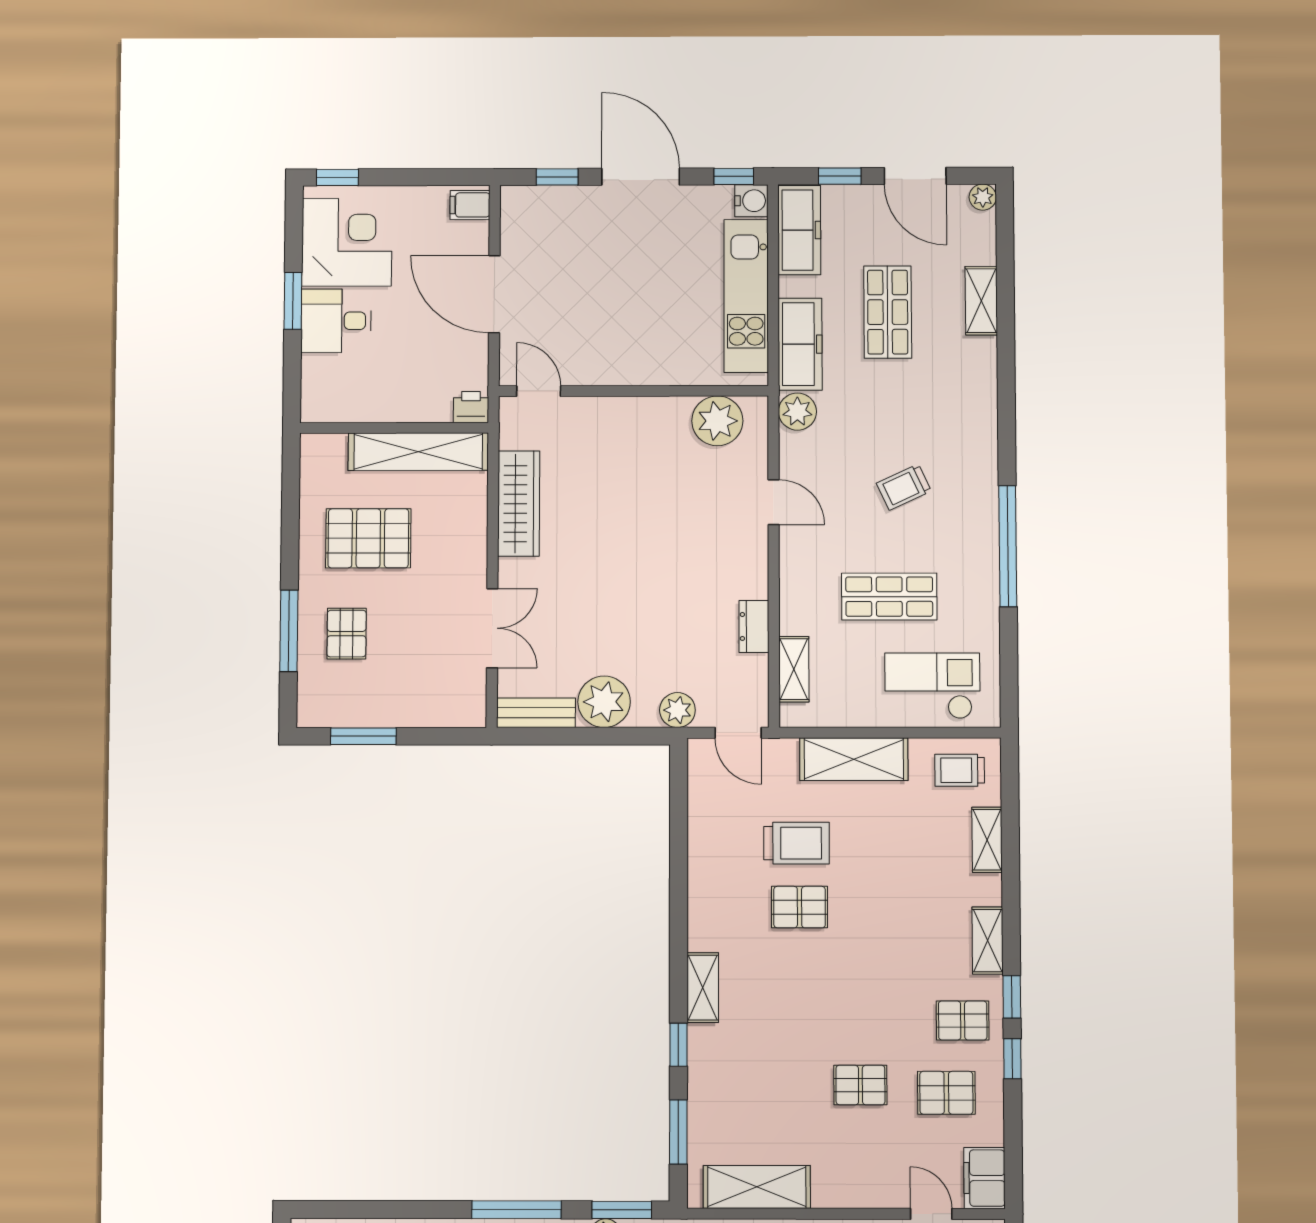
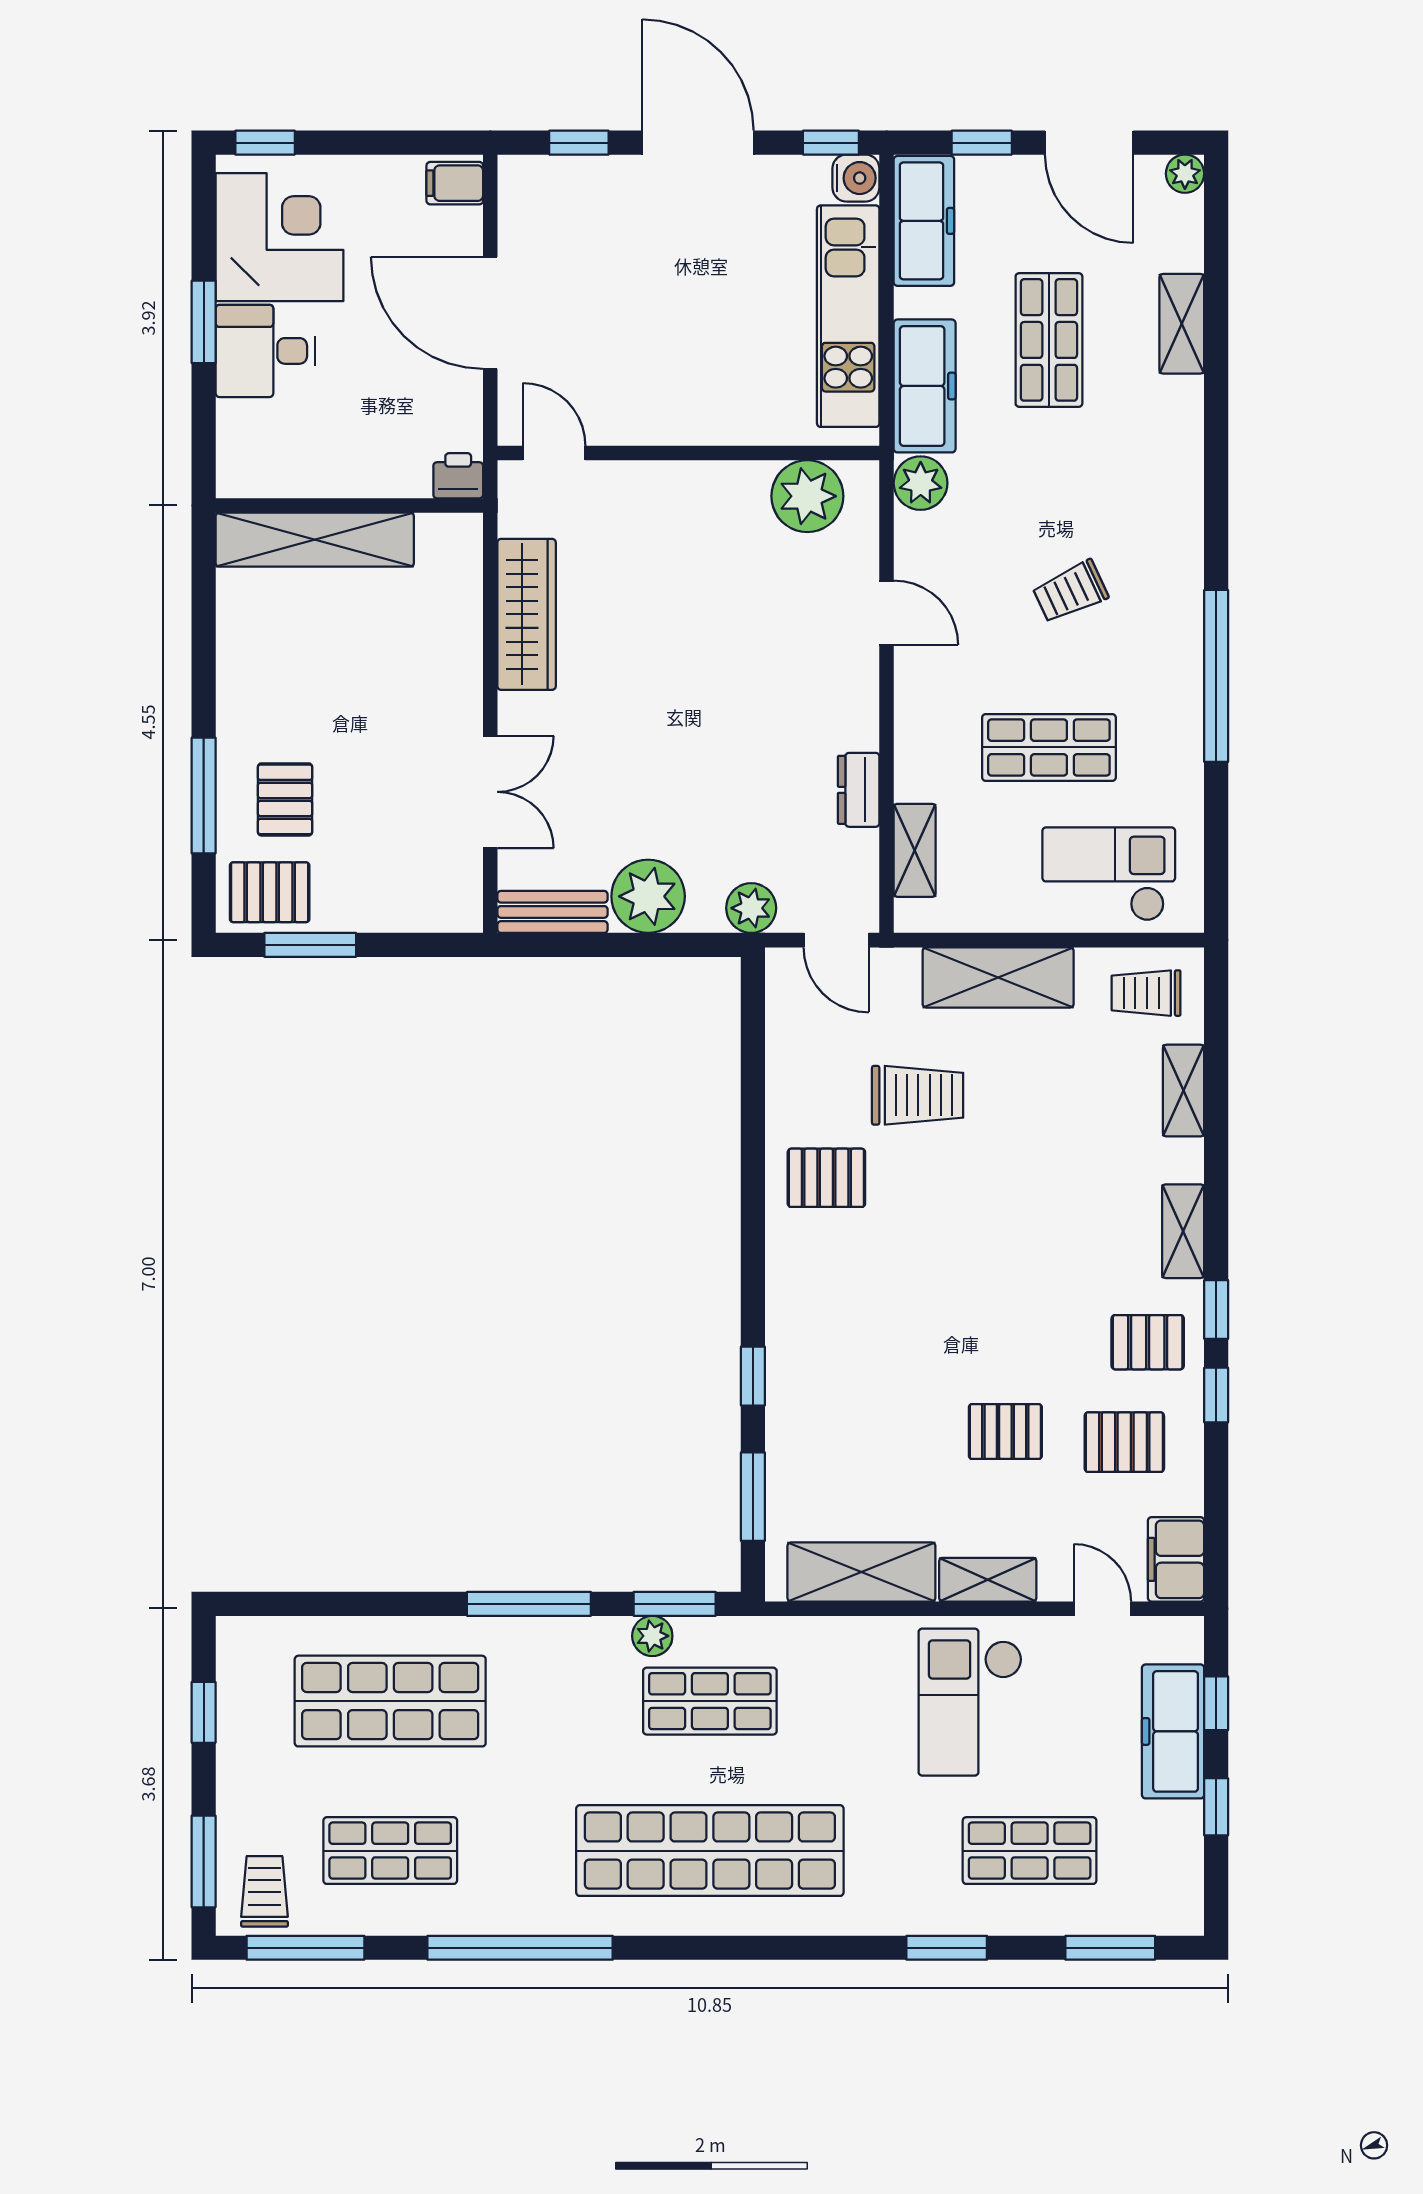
shelving: (418, 452) -> (315, 540), moved
pallet: (368, 538) -> (270, 892), moved, width x0.67, depth x0.71
pallet: (800, 907) -> (826, 1178), moved
shelving: (703, 988) -> (988, 1580), moved, turned 90

